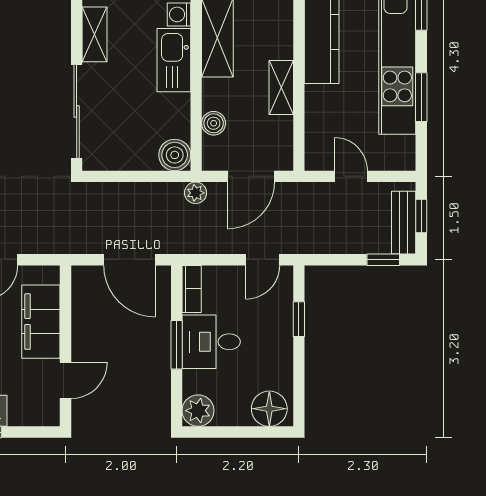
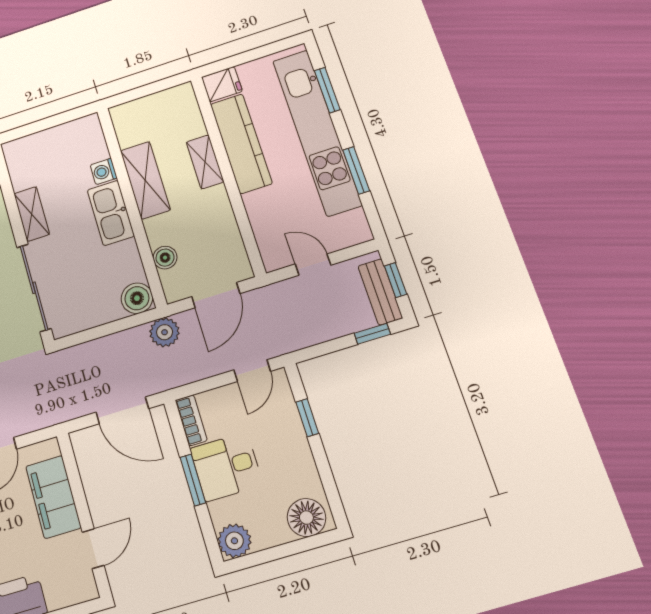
shelving: (281, 87) -> (205, 162), moved
plant: (196, 193) -> (165, 332), width x1.38, depth x1.38

